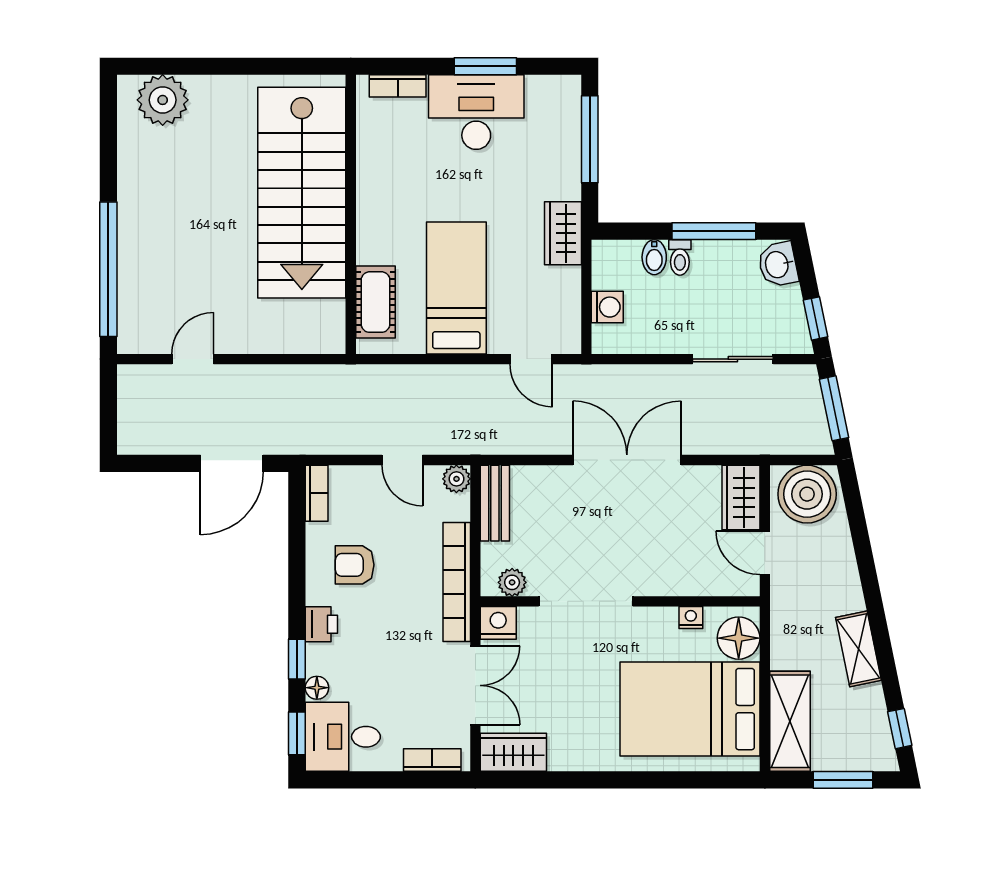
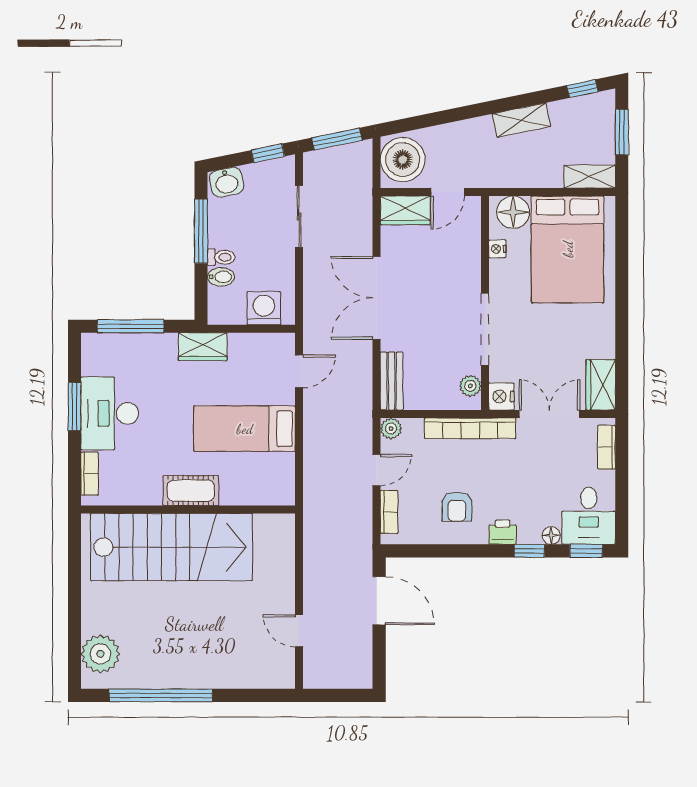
window: (108, 269) -> (161, 695), moved
cot: (376, 302) -> (191, 491), moved
washing machine: (607, 307) -> (264, 308), width x1.38, depth x1.38
bookcase: (317, 493) -> (389, 512), moved, turned 90
bench: (495, 503) -> (392, 381), moved, turned 90
shelving: (790, 721) -> (590, 177), width x0.67, depth x0.75

